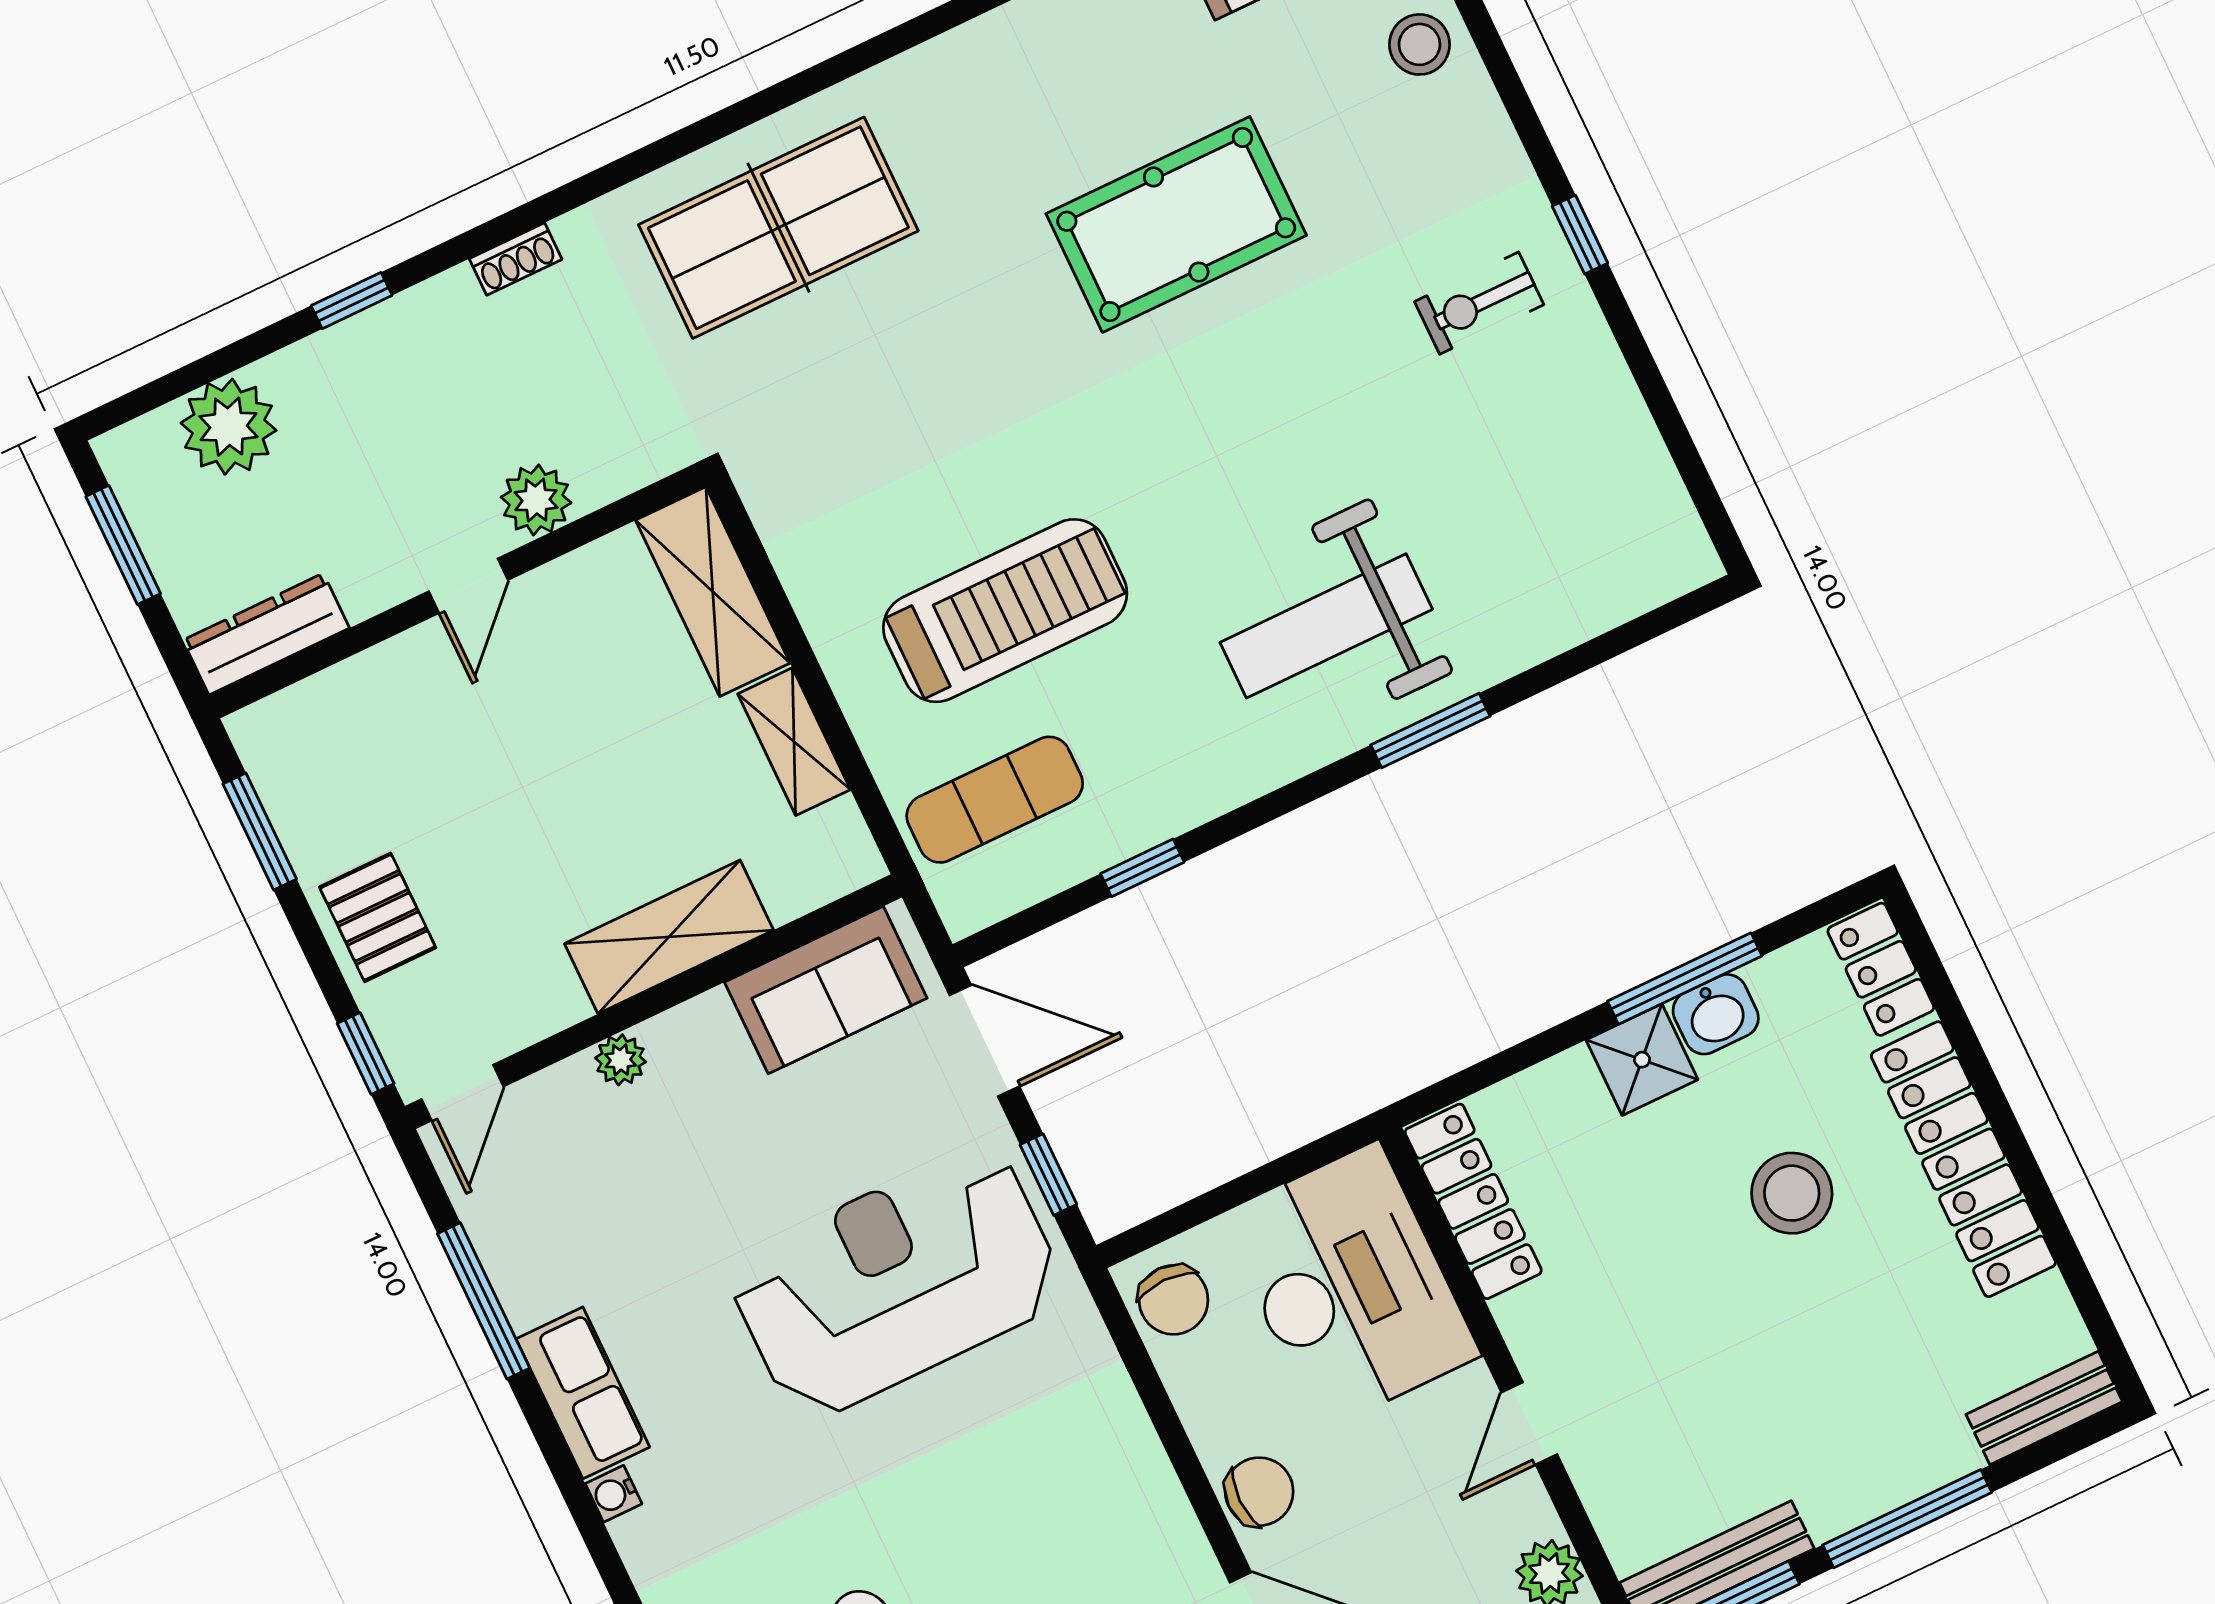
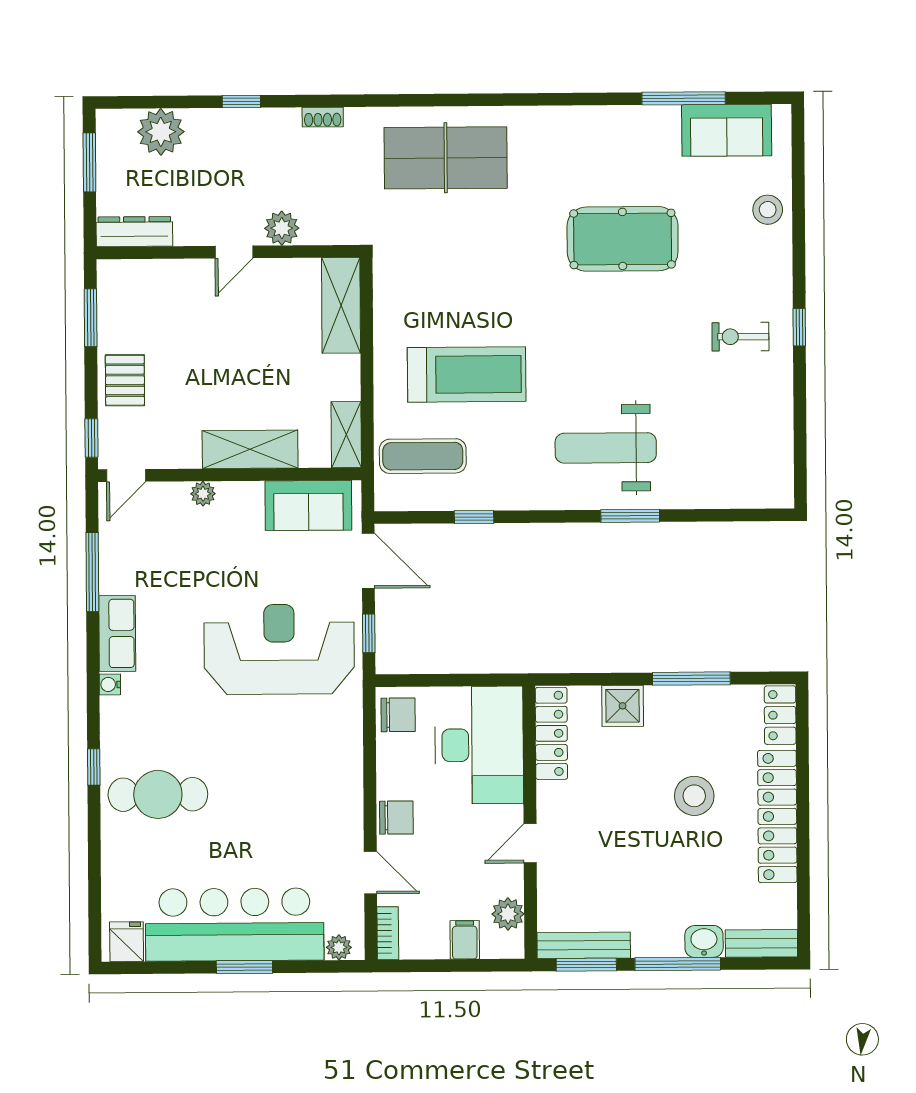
shelving: (794, 742) -> (346, 435), moved
washbasin: (1716, 1014) -> (704, 941), moved, turned 180
shower: (1642, 1060) -> (623, 706), moved
chair: (1173, 1300) -> (398, 715), turned -90

